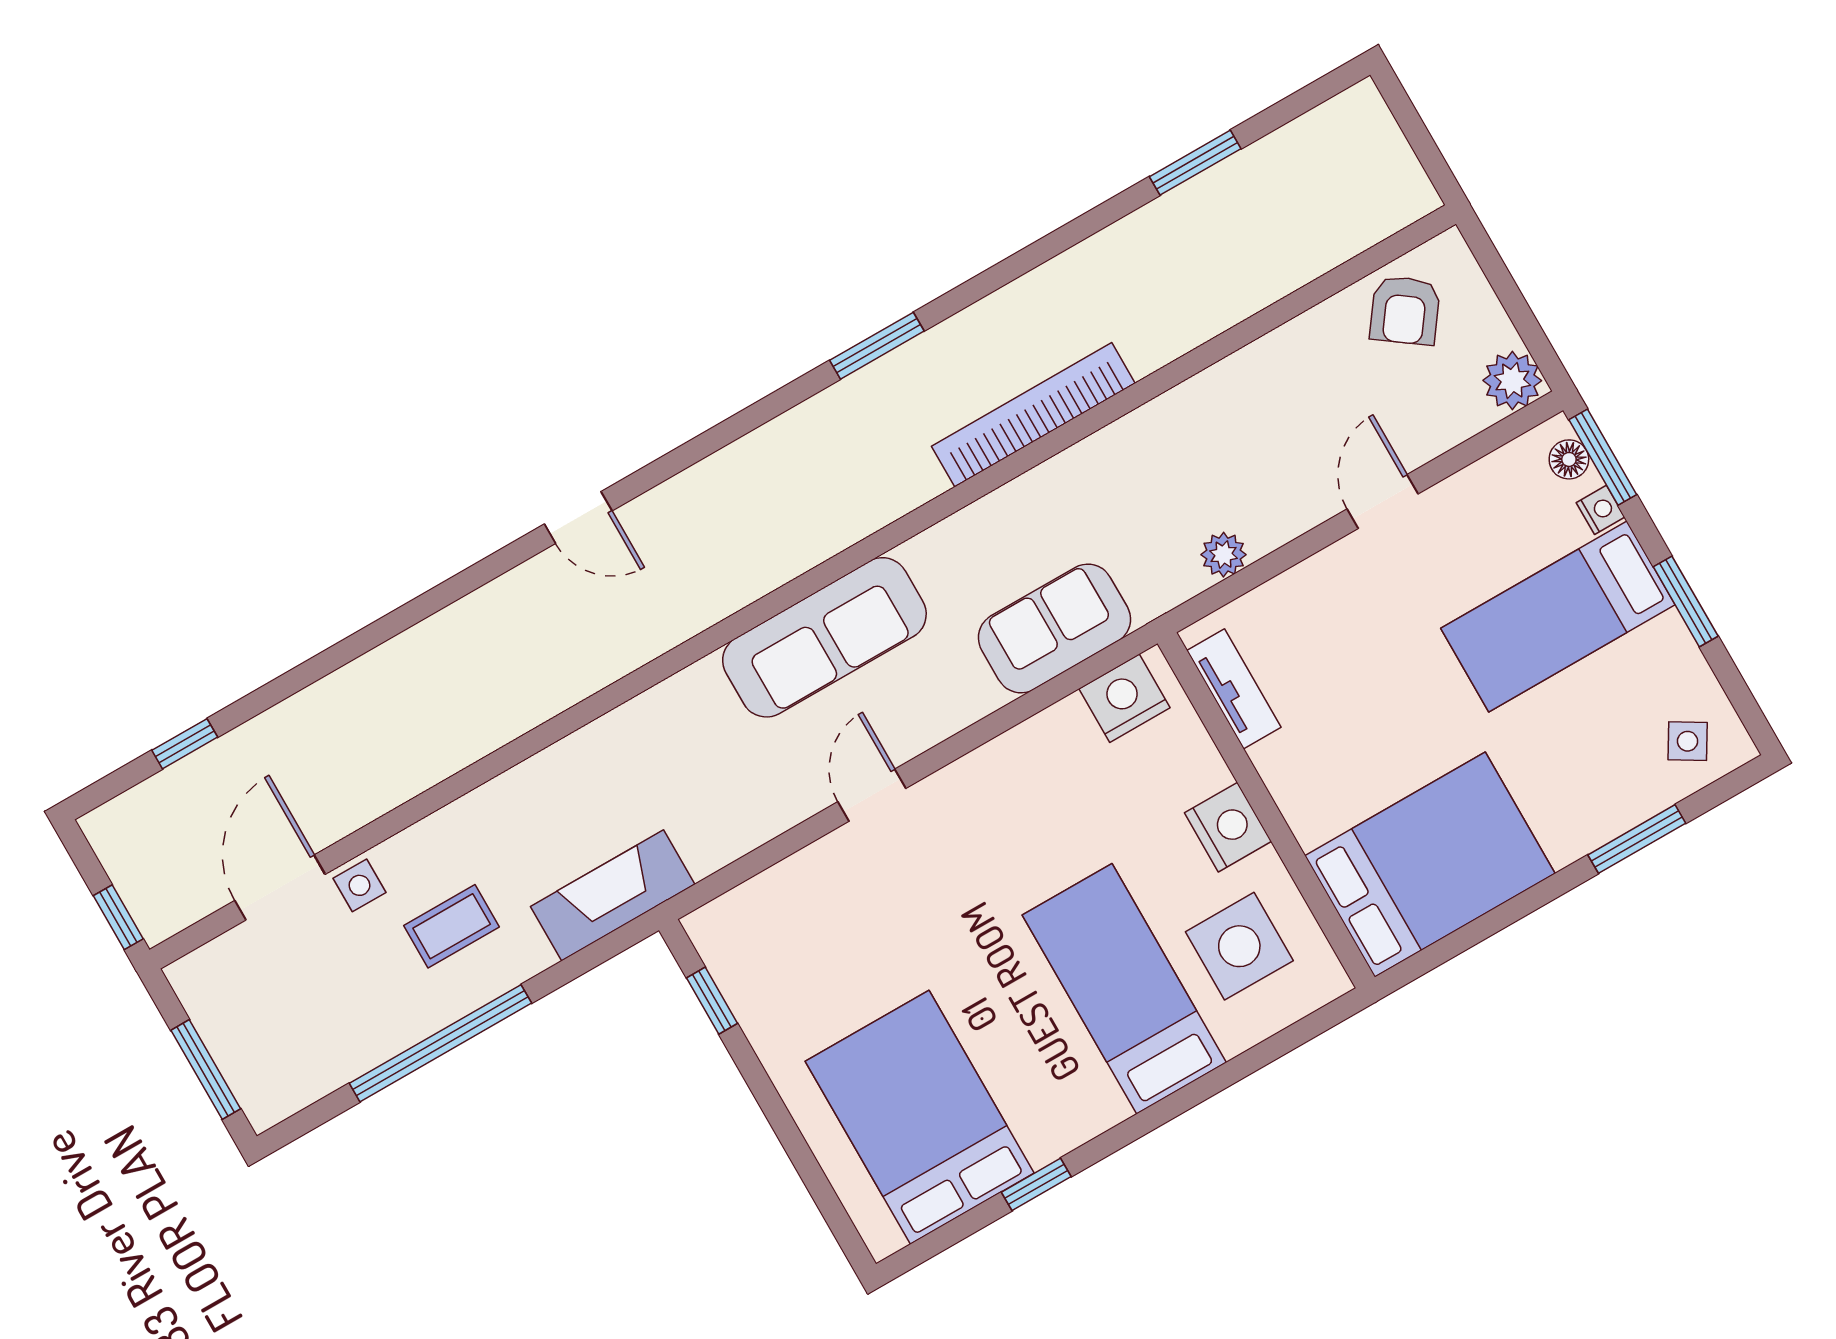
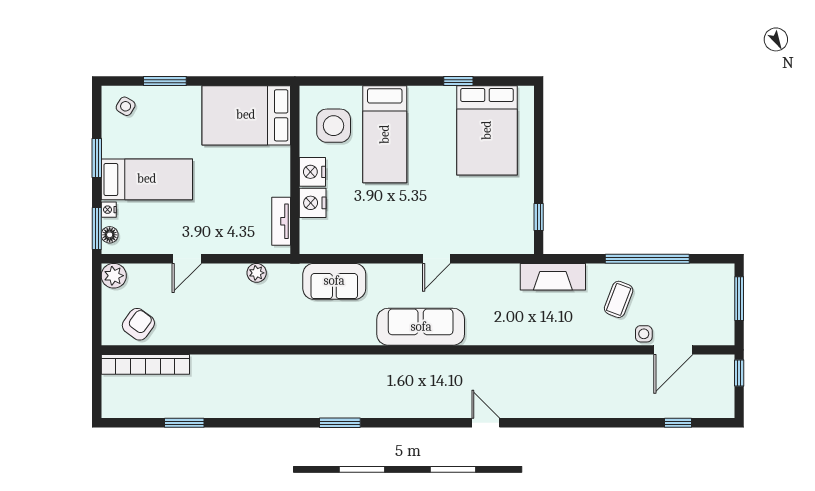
bookcase: (1033, 415) -> (145, 364), moved
nightstand: (1125, 698) -> (313, 203), moved, turned 90
coffee table: (452, 926) -> (619, 299), turned -69

